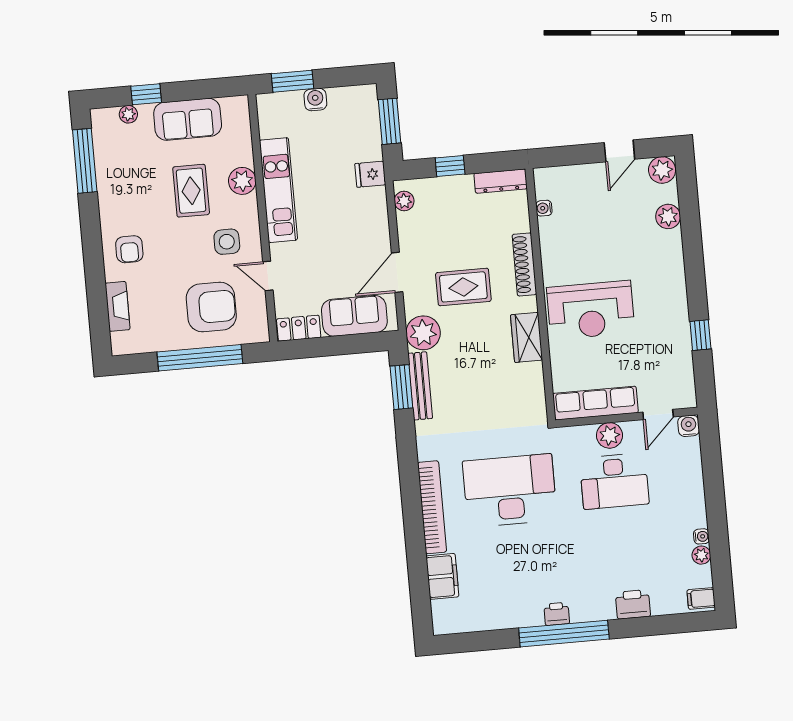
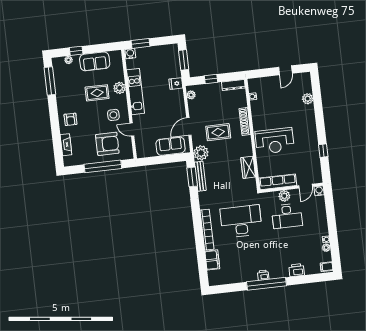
water cooler: (315, 100) -> (130, 54), moved
plant: (662, 170) -> (304, 78), removed
rug: (191, 191) -> (97, 93), turned 90
locker: (299, 328) -> (146, 152), removed
wardrobe: (527, 337) -> (248, 167), moved

